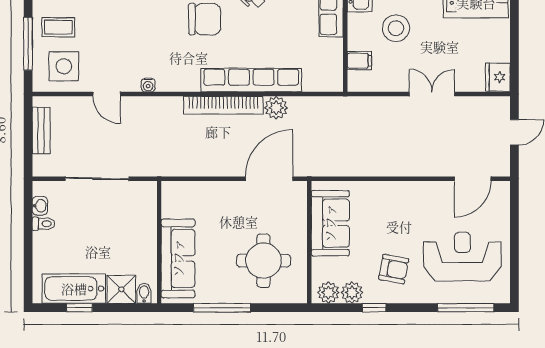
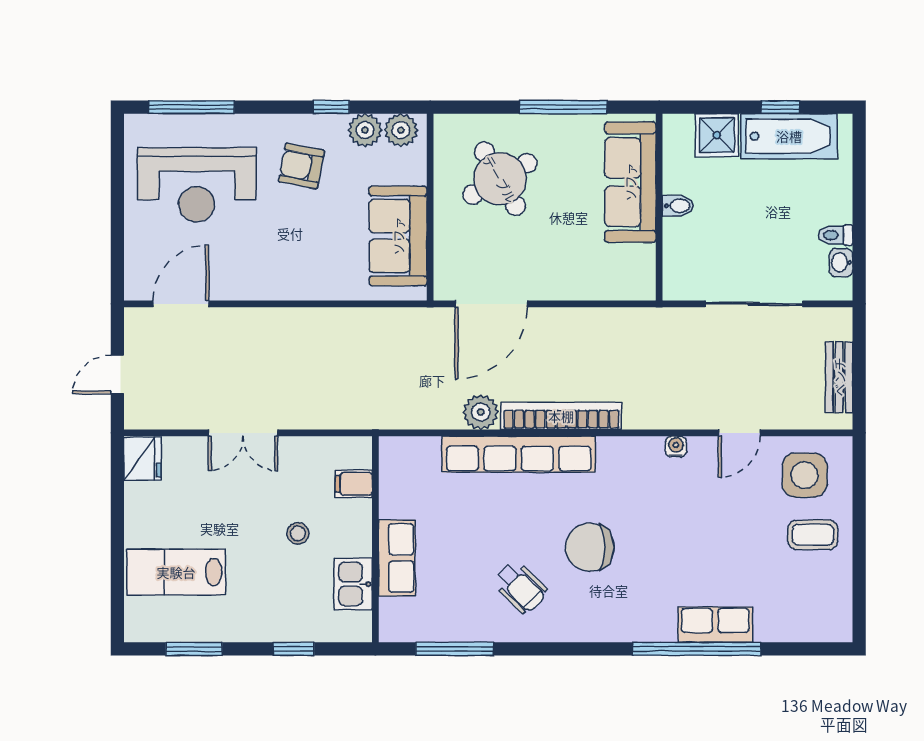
stool: (396, 28) -> (298, 533), width x0.53, depth x0.53
window: (28, 44) -> (859, 510), removed
door: (107, 94) -> (739, 433), swing flipped
round table: (264, 261) -> (500, 179), turned -30
bidet: (144, 293) -> (678, 206), moved, turned -90

